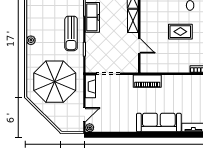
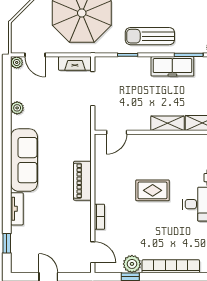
rug: (180, 32) -> (153, 190), turned 90
door: (139, 46) -> (117, 132), moved
piano: (147, 81) -> (82, 181), moved
plant: (122, 127) -> (17, 108), added

